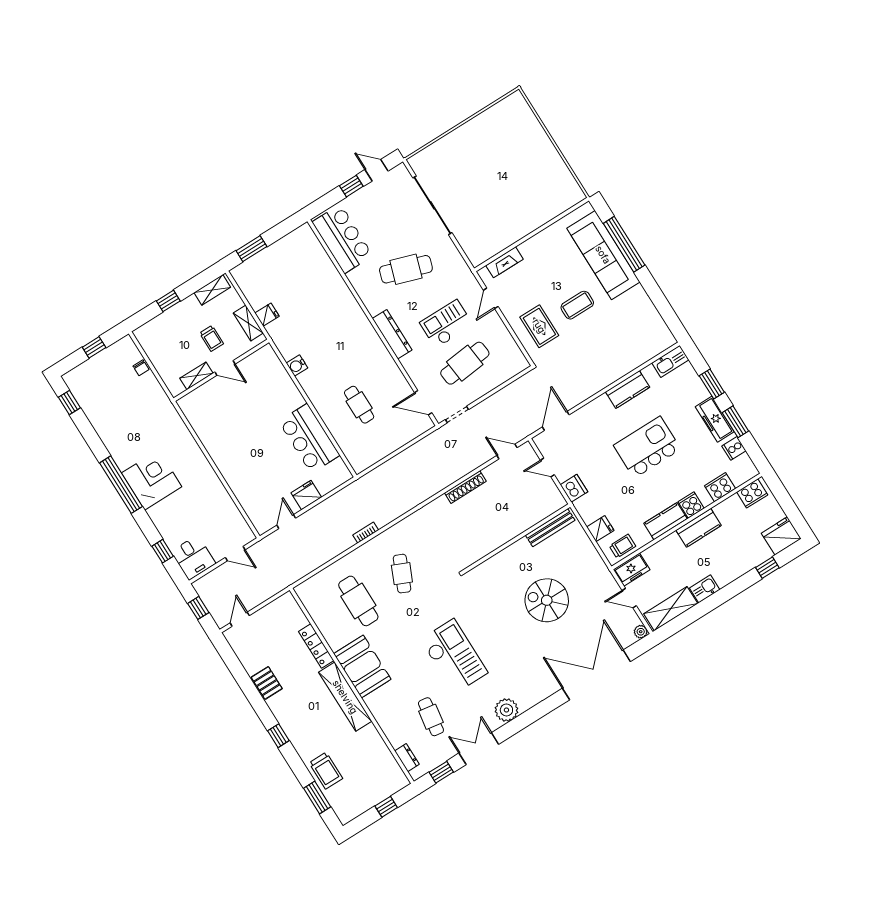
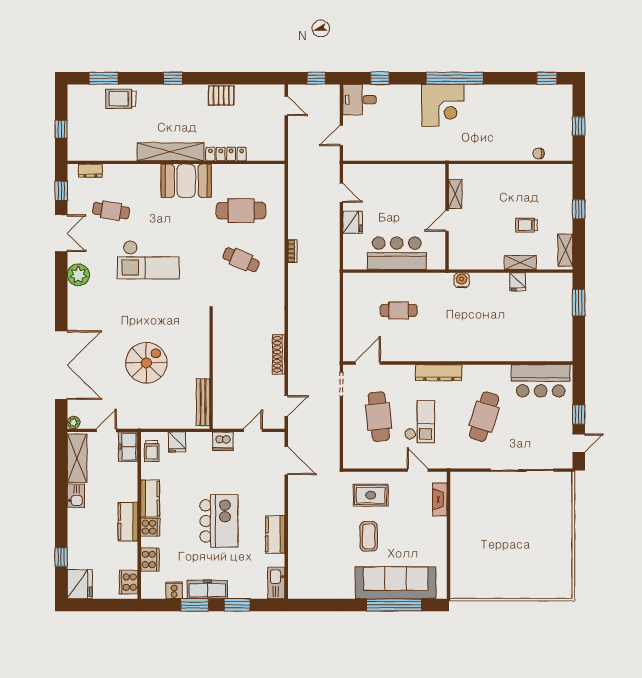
door: (225, 368) -> (447, 221), moved
wall: (221, 370) -> (447, 217), moved
shelving: (196, 376) -> (455, 194), moved

